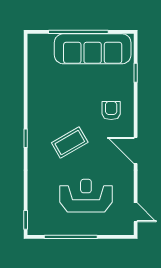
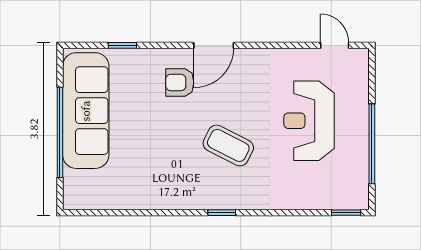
coffee table: (70, 143) -> (228, 145), turned -33
door: (136, 150) -> (214, 45), moved
door: (136, 212) -> (335, 45), hinge flipped

